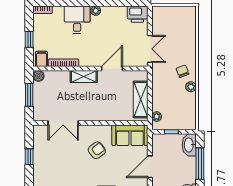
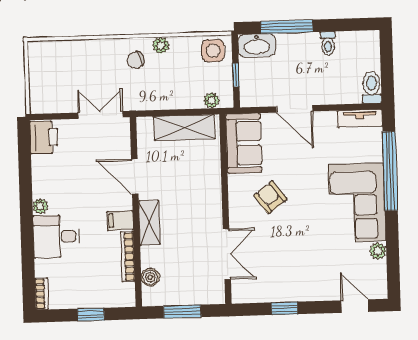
filing cabinet: (42, 59) -> (120, 220), moved
boiler: (38, 76) -> (150, 277), moved
side table: (187, 118) -> (213, 51), added

